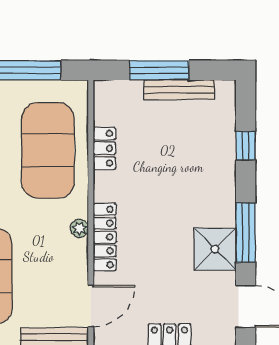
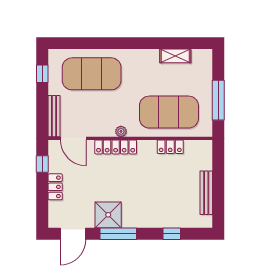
window: (159, 70) -> (218, 180), removed

